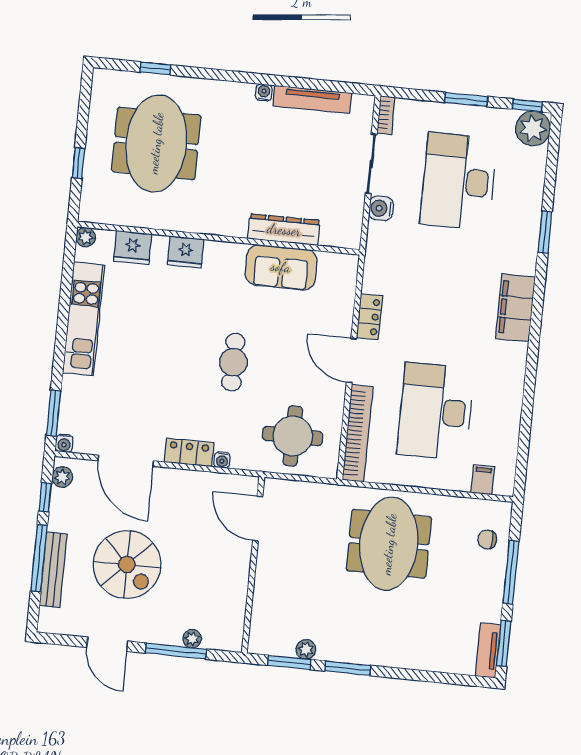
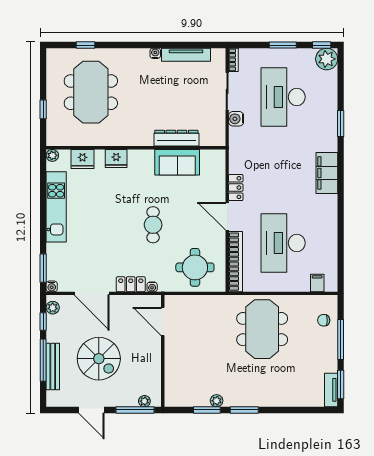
door: (258, 518) -> (163, 321), moved
wall: (253, 565) -> (163, 351), moved

